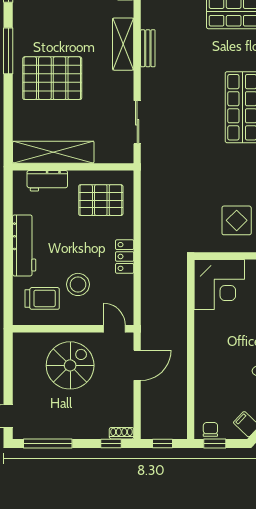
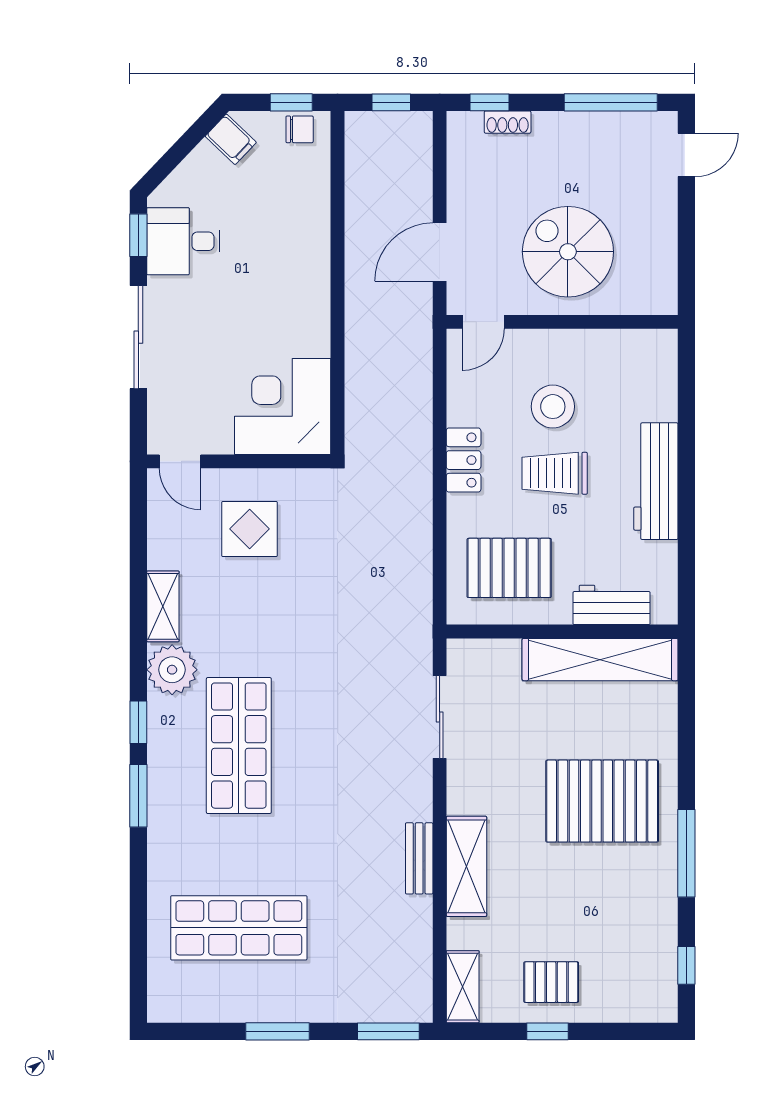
trolley: (42, 298) -> (555, 473), moved
door: (114, 329) -> (483, 322), hinge flipped
spiral stairs: (70, 365) -> (568, 252), turned 90
chair: (210, 429) -> (300, 129), turned -90
shoe rack: (122, 433) -> (508, 122), moved

